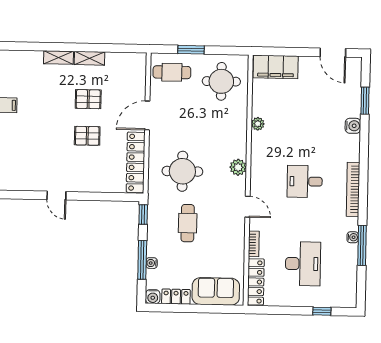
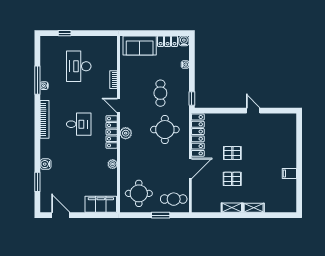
window: (142, 260) -> (192, 67), removed
locker: (256, 282) -> (112, 132), moved

